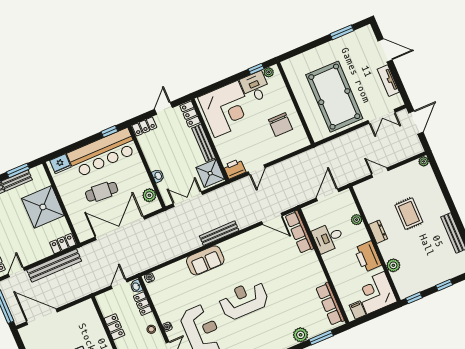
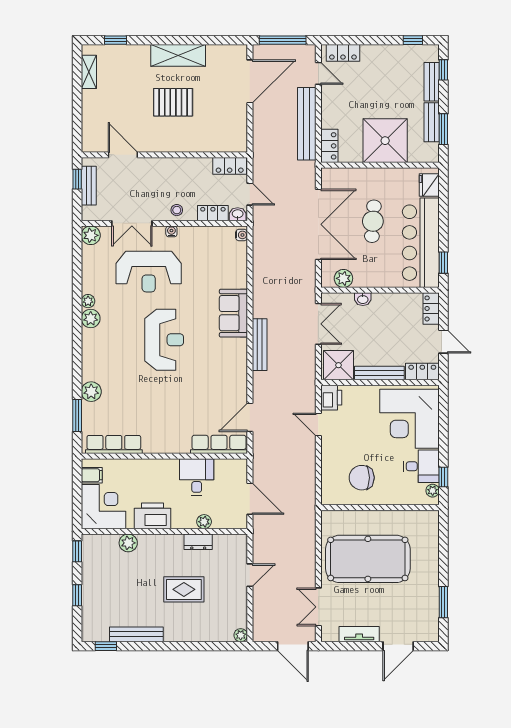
dresser: (378, 232) -> (198, 542), moved
locker: (114, 327) -> (230, 166), moved

